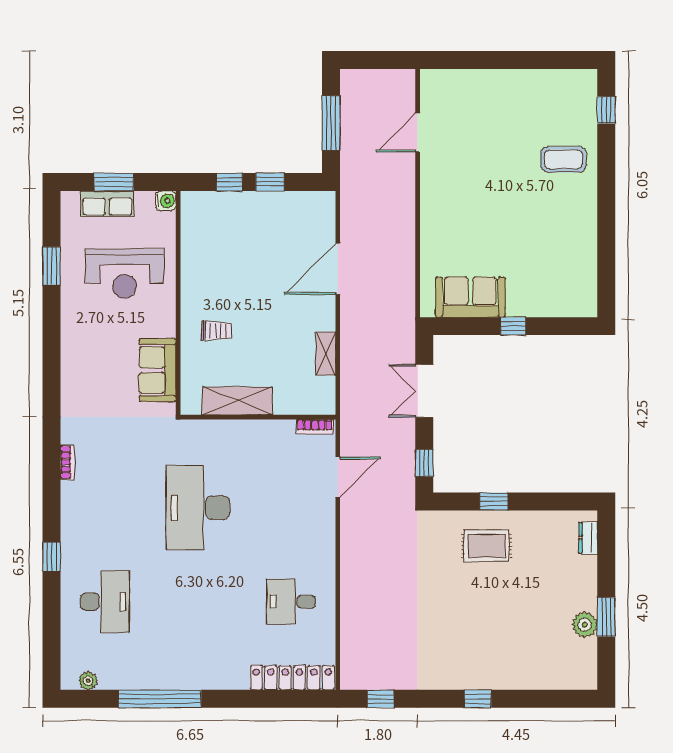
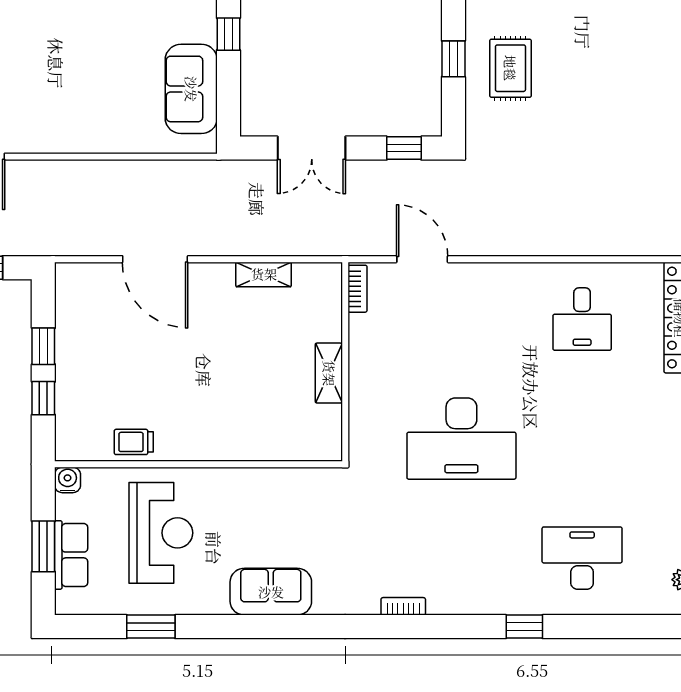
trolley: (216, 331) -> (134, 442), moved, turned -90
sofa: (158, 370) -> (271, 592), moved, turned 180
shelving: (237, 401) -> (329, 373), width x0.67, depth x0.75

